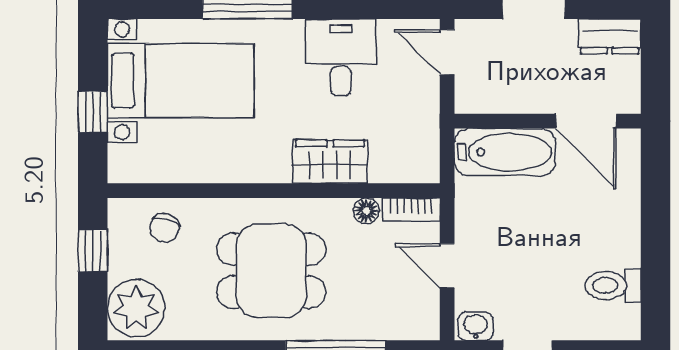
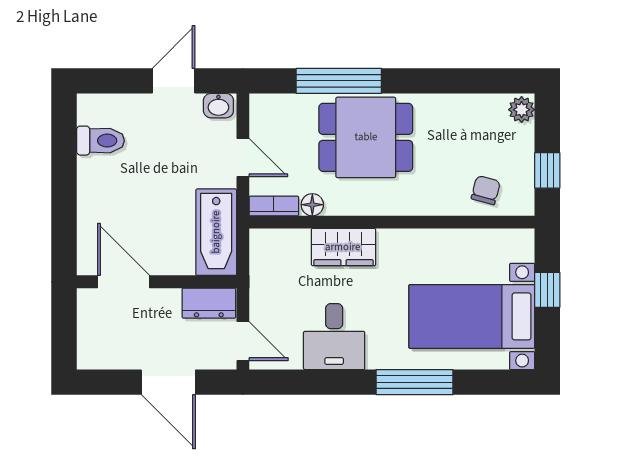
dresser: (610, 36) -> (209, 303), moved, turned 180
bathtub: (505, 152) -> (216, 232), moved, turned -90
dining table: (271, 271) -> (366, 137), moved
plant: (136, 308) -> (522, 110), width x0.53, depth x0.53

